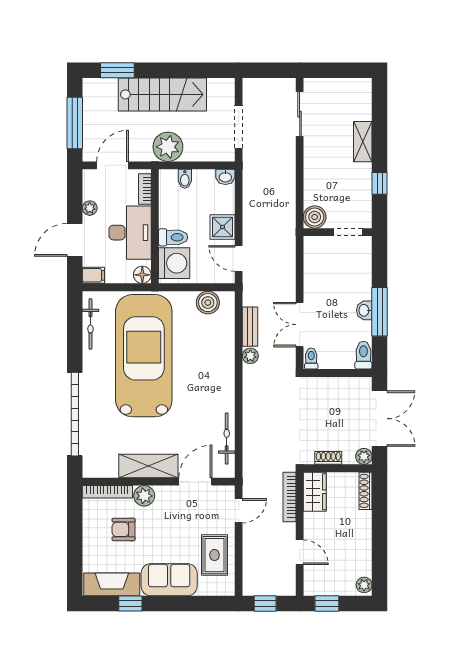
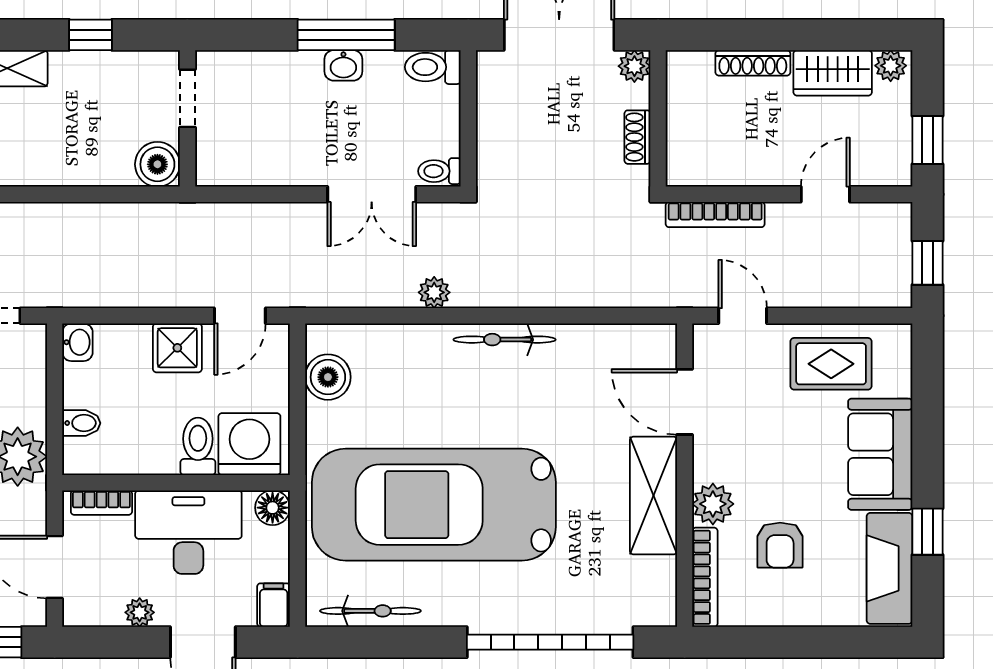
bench: (250, 327) -> (376, 293), removed
bicycle: (227, 439) -> (505, 340), moved
shoe rack: (366, 491) -> (753, 63), moved
wardrobe: (315, 492) -> (833, 73), moved, turned 180

